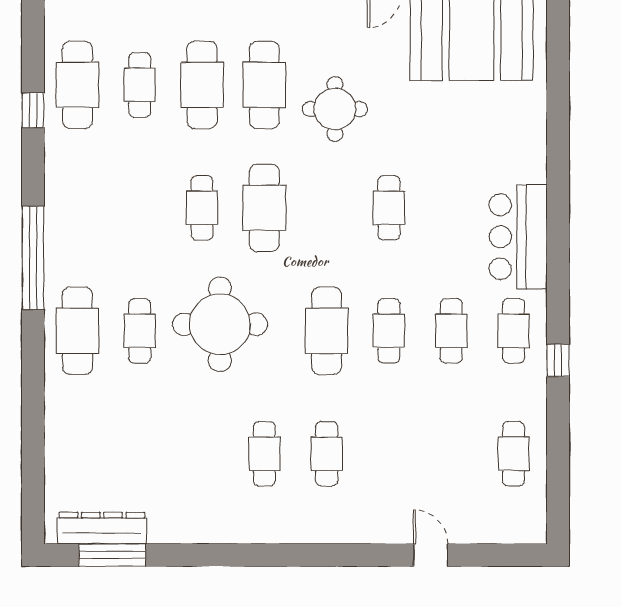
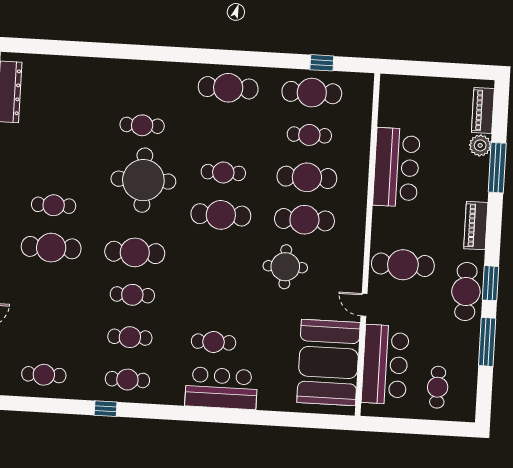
window: (33, 110) -> (322, 63), moved
cafe table: (389, 208) -> (214, 342), moved
bar counter: (518, 237) -> (221, 388), moved
window: (33, 258) -> (196, 56), removed
cafe table: (77, 331) -> (228, 88), moved
cafe table: (327, 454) -> (51, 248), width x1.37, depth x1.35

